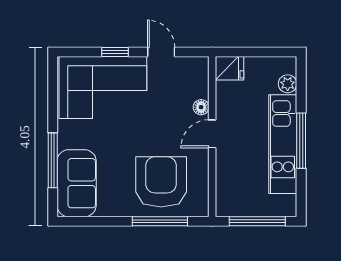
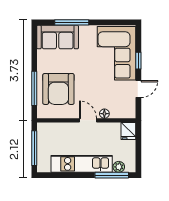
window: (301, 141) -> (112, 175), moved
armchair: (161, 182) -> (58, 89), turned 90

